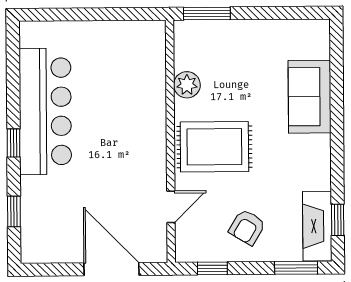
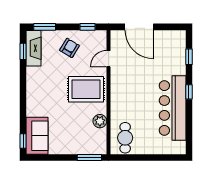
window: (336, 45) -> (23, 141), added
cafe table: (137, 53) -> (125, 138), added
sofa: (310, 97) -> (37, 136), moved

